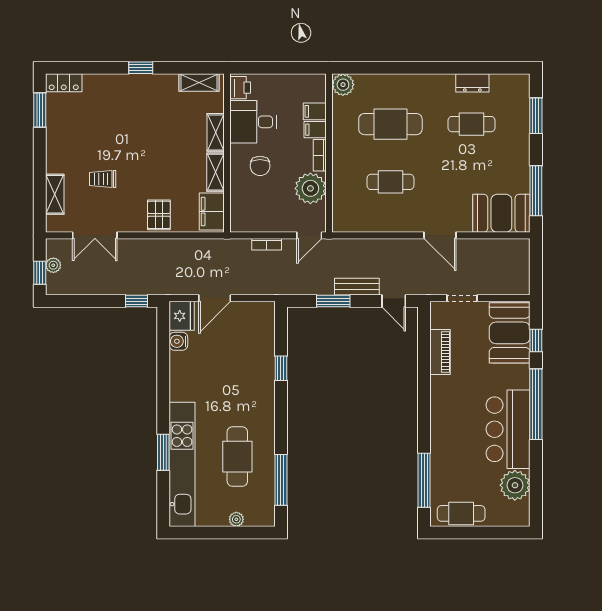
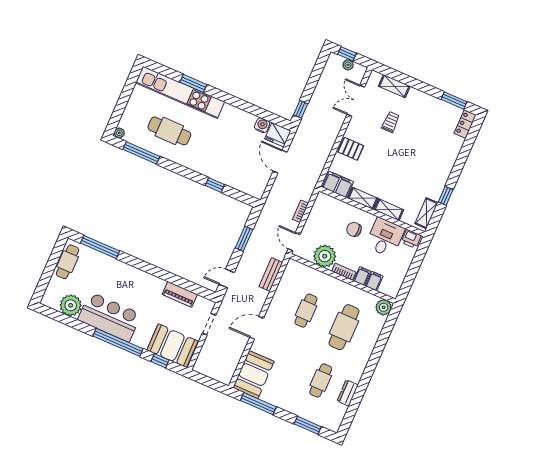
window: (141, 68) -> (446, 196), moved
bench: (357, 287) -> (271, 275), moved
plant: (236, 519) -> (119, 133), moved

